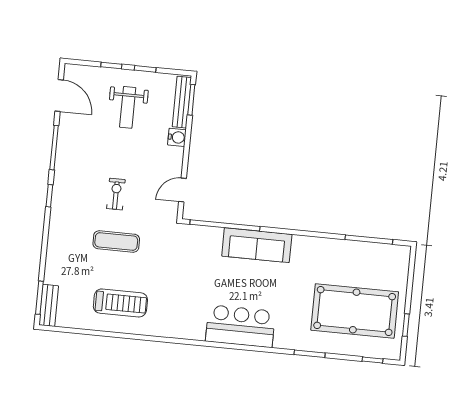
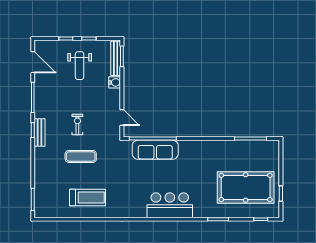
door: (183, 190) -> (122, 117), swing flipped
sofa: (257, 245) -> (155, 150), moved
bench: (49, 305) -> (39, 133), moved

